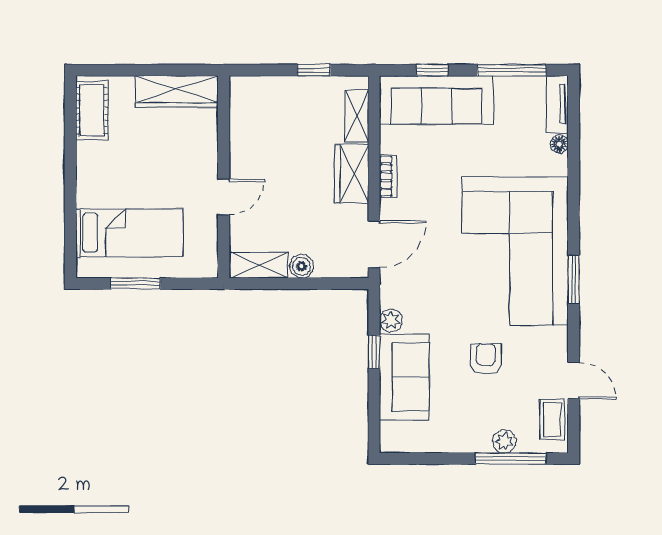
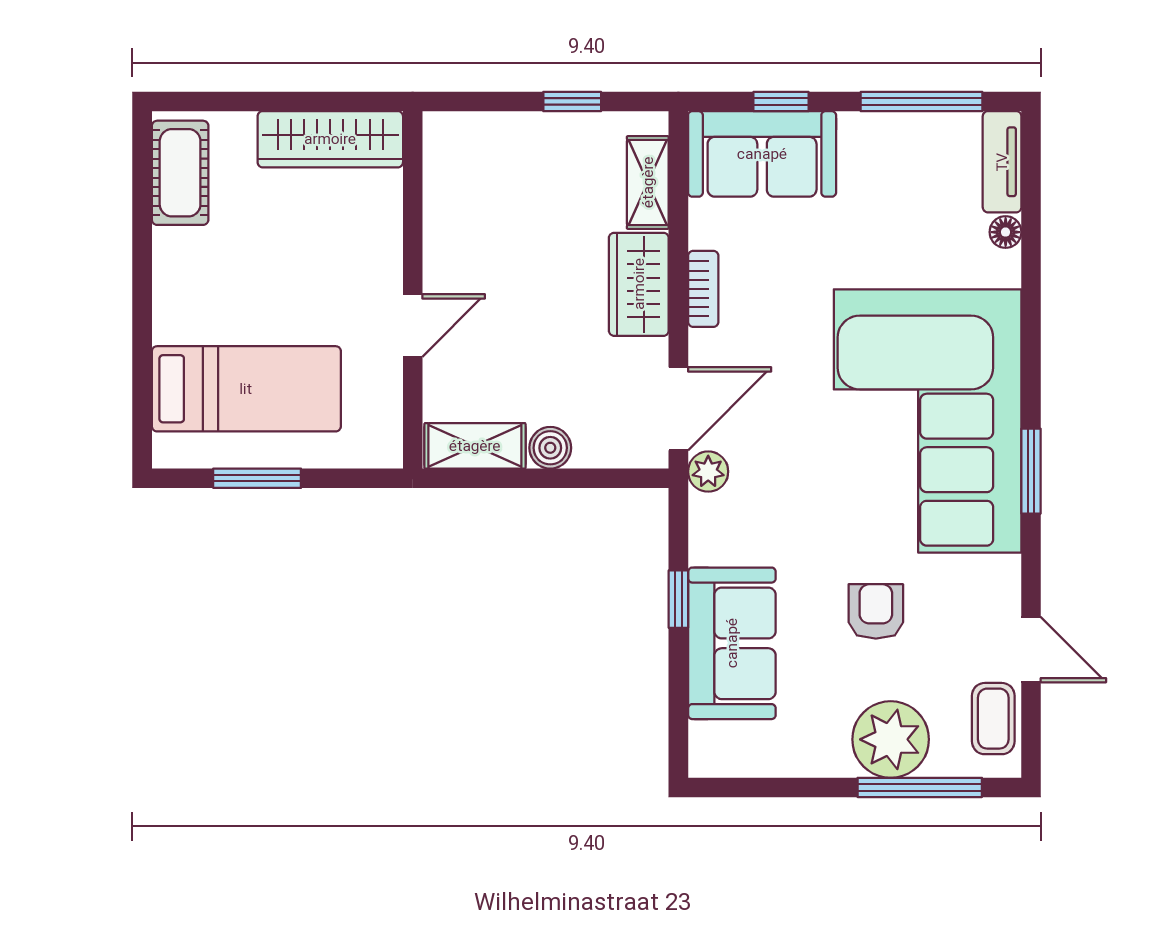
sofa: (437, 100) -> (762, 154), width x0.73
plant: (391, 320) -> (708, 472), moved
plant: (504, 441) -> (891, 739), width x1.88, depth x1.88

